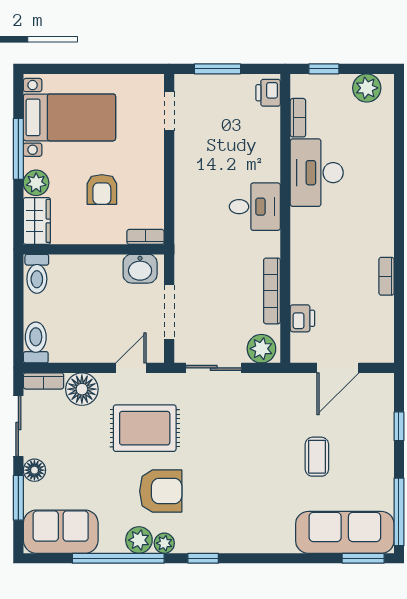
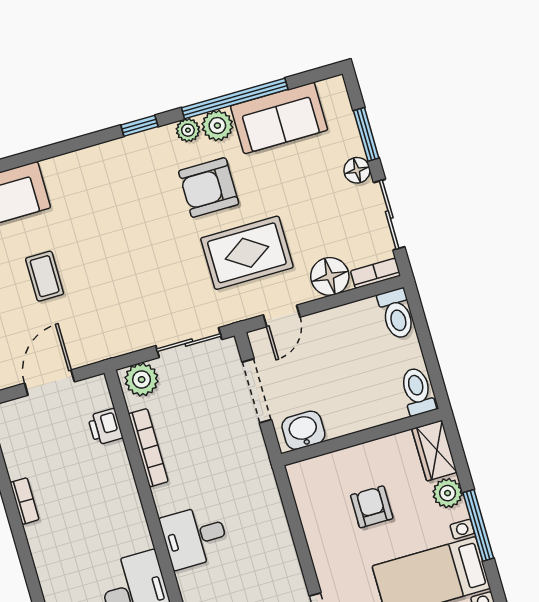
bookcase: (146, 237) -> (307, 468), removed
sofa: (61, 532) -> (279, 118), moved

